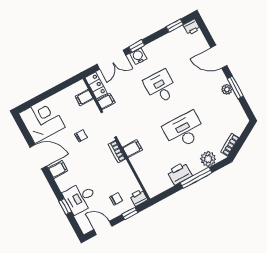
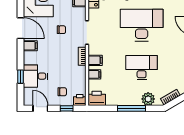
desk: (161, 87) -> (142, 25), width x1.87, depth x1.30
filing cabinet: (106, 101) -> (94, 74), moved
printer: (180, 173) -> (97, 98), moved

